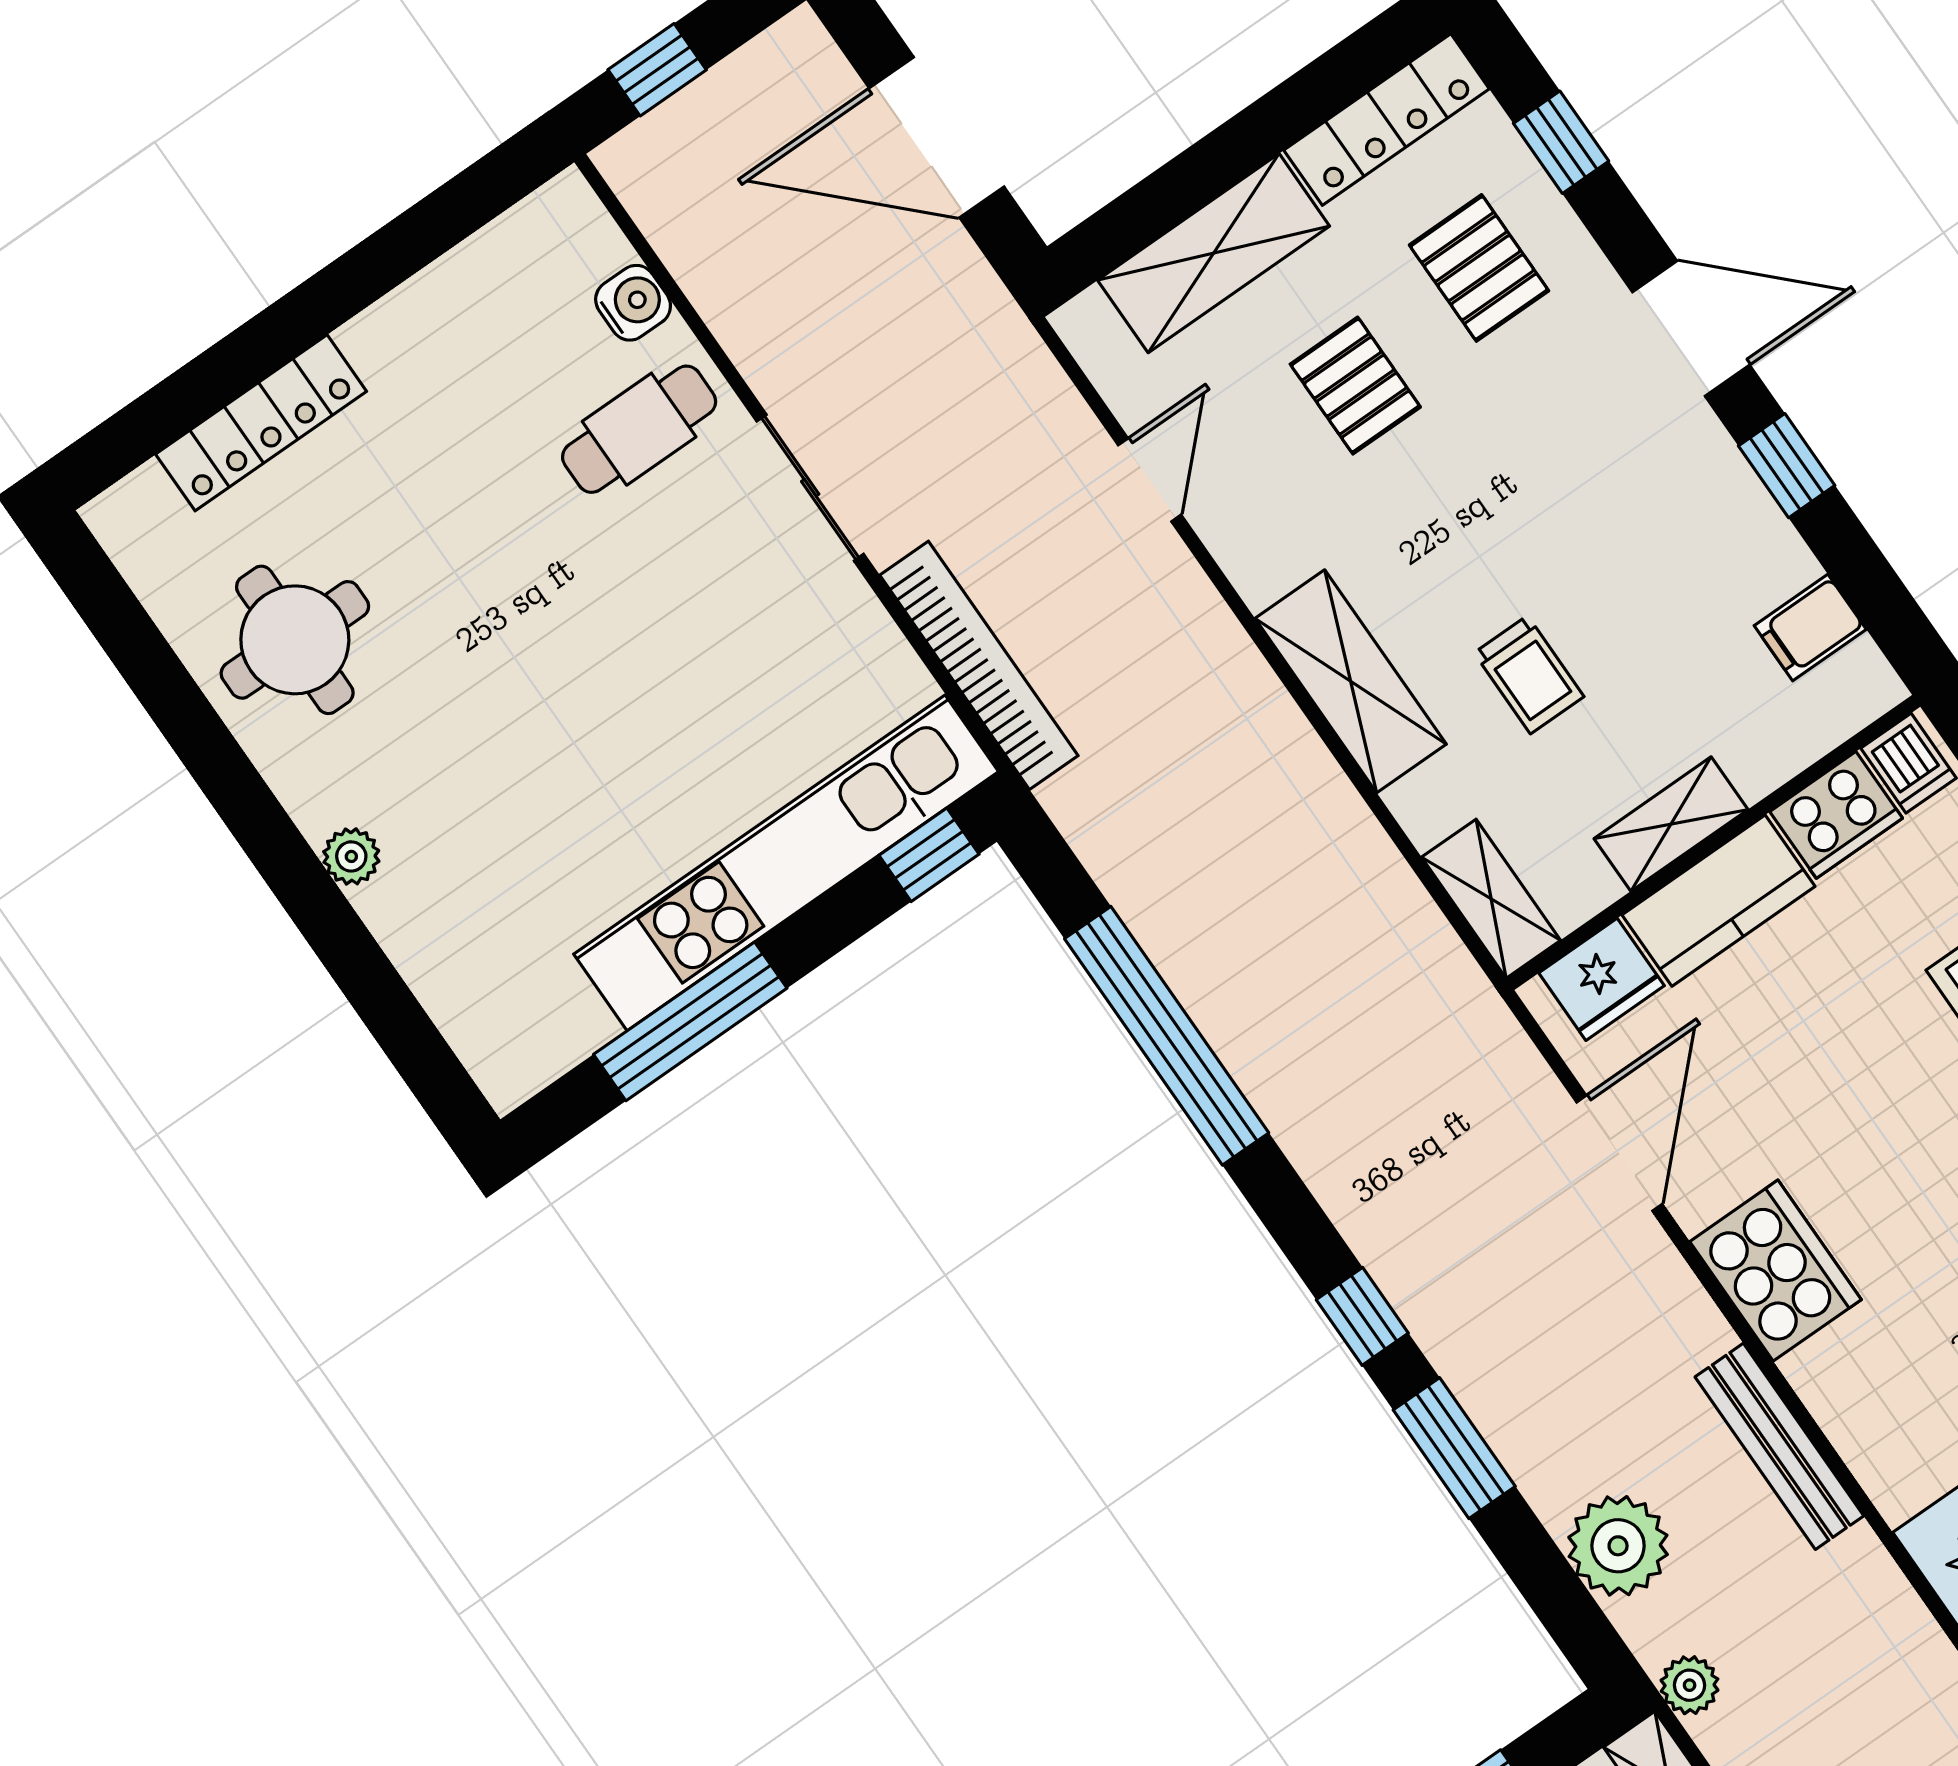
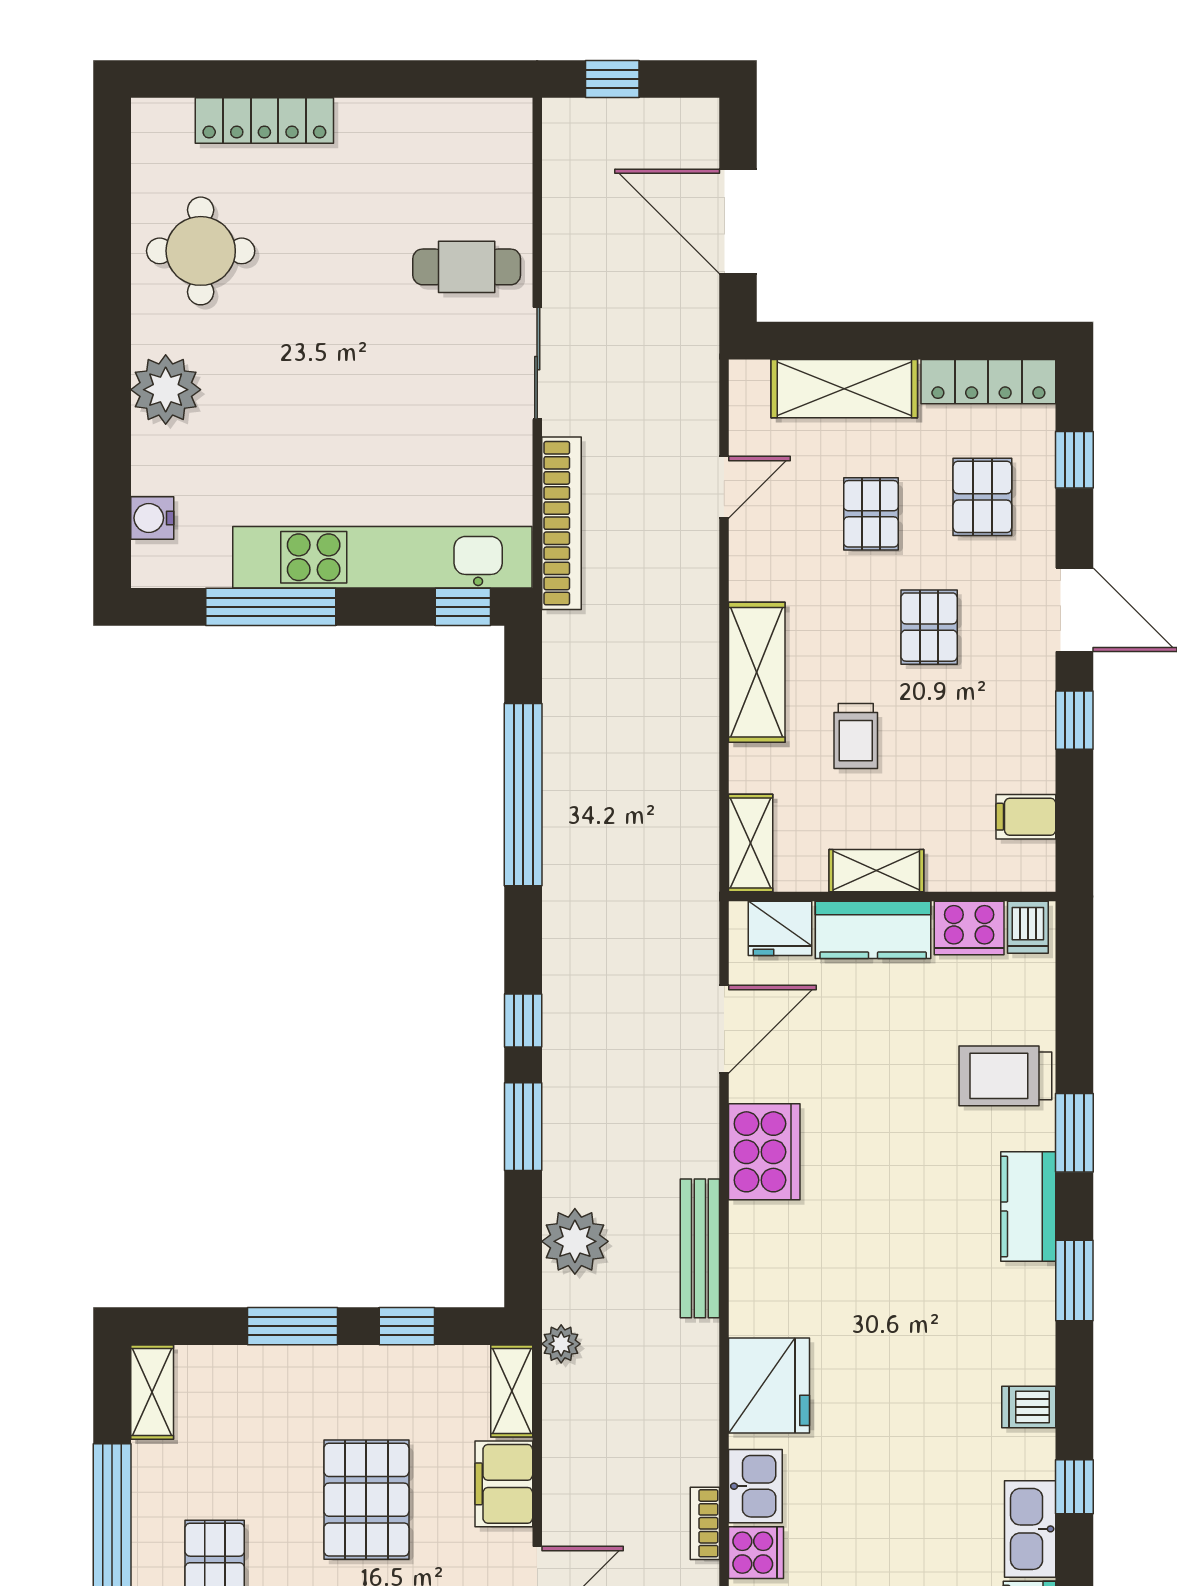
water cooler: (633, 303) -> (152, 518), moved, turned 180
pallet: (1526, 476) -> (929, 627), added
plant: (351, 856) -> (166, 390), width x1.88, depth x1.88

